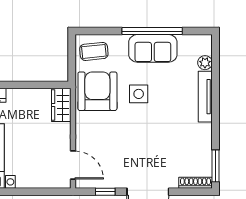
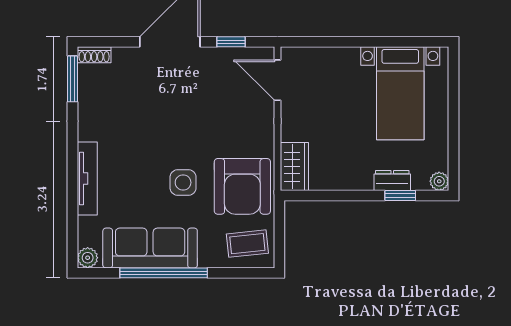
sofa: (153, 48) -> (150, 248), width x1.36
plant: (205, 63) -> (88, 258), moved
shoe rack: (195, 183) -> (94, 55), width x0.70

